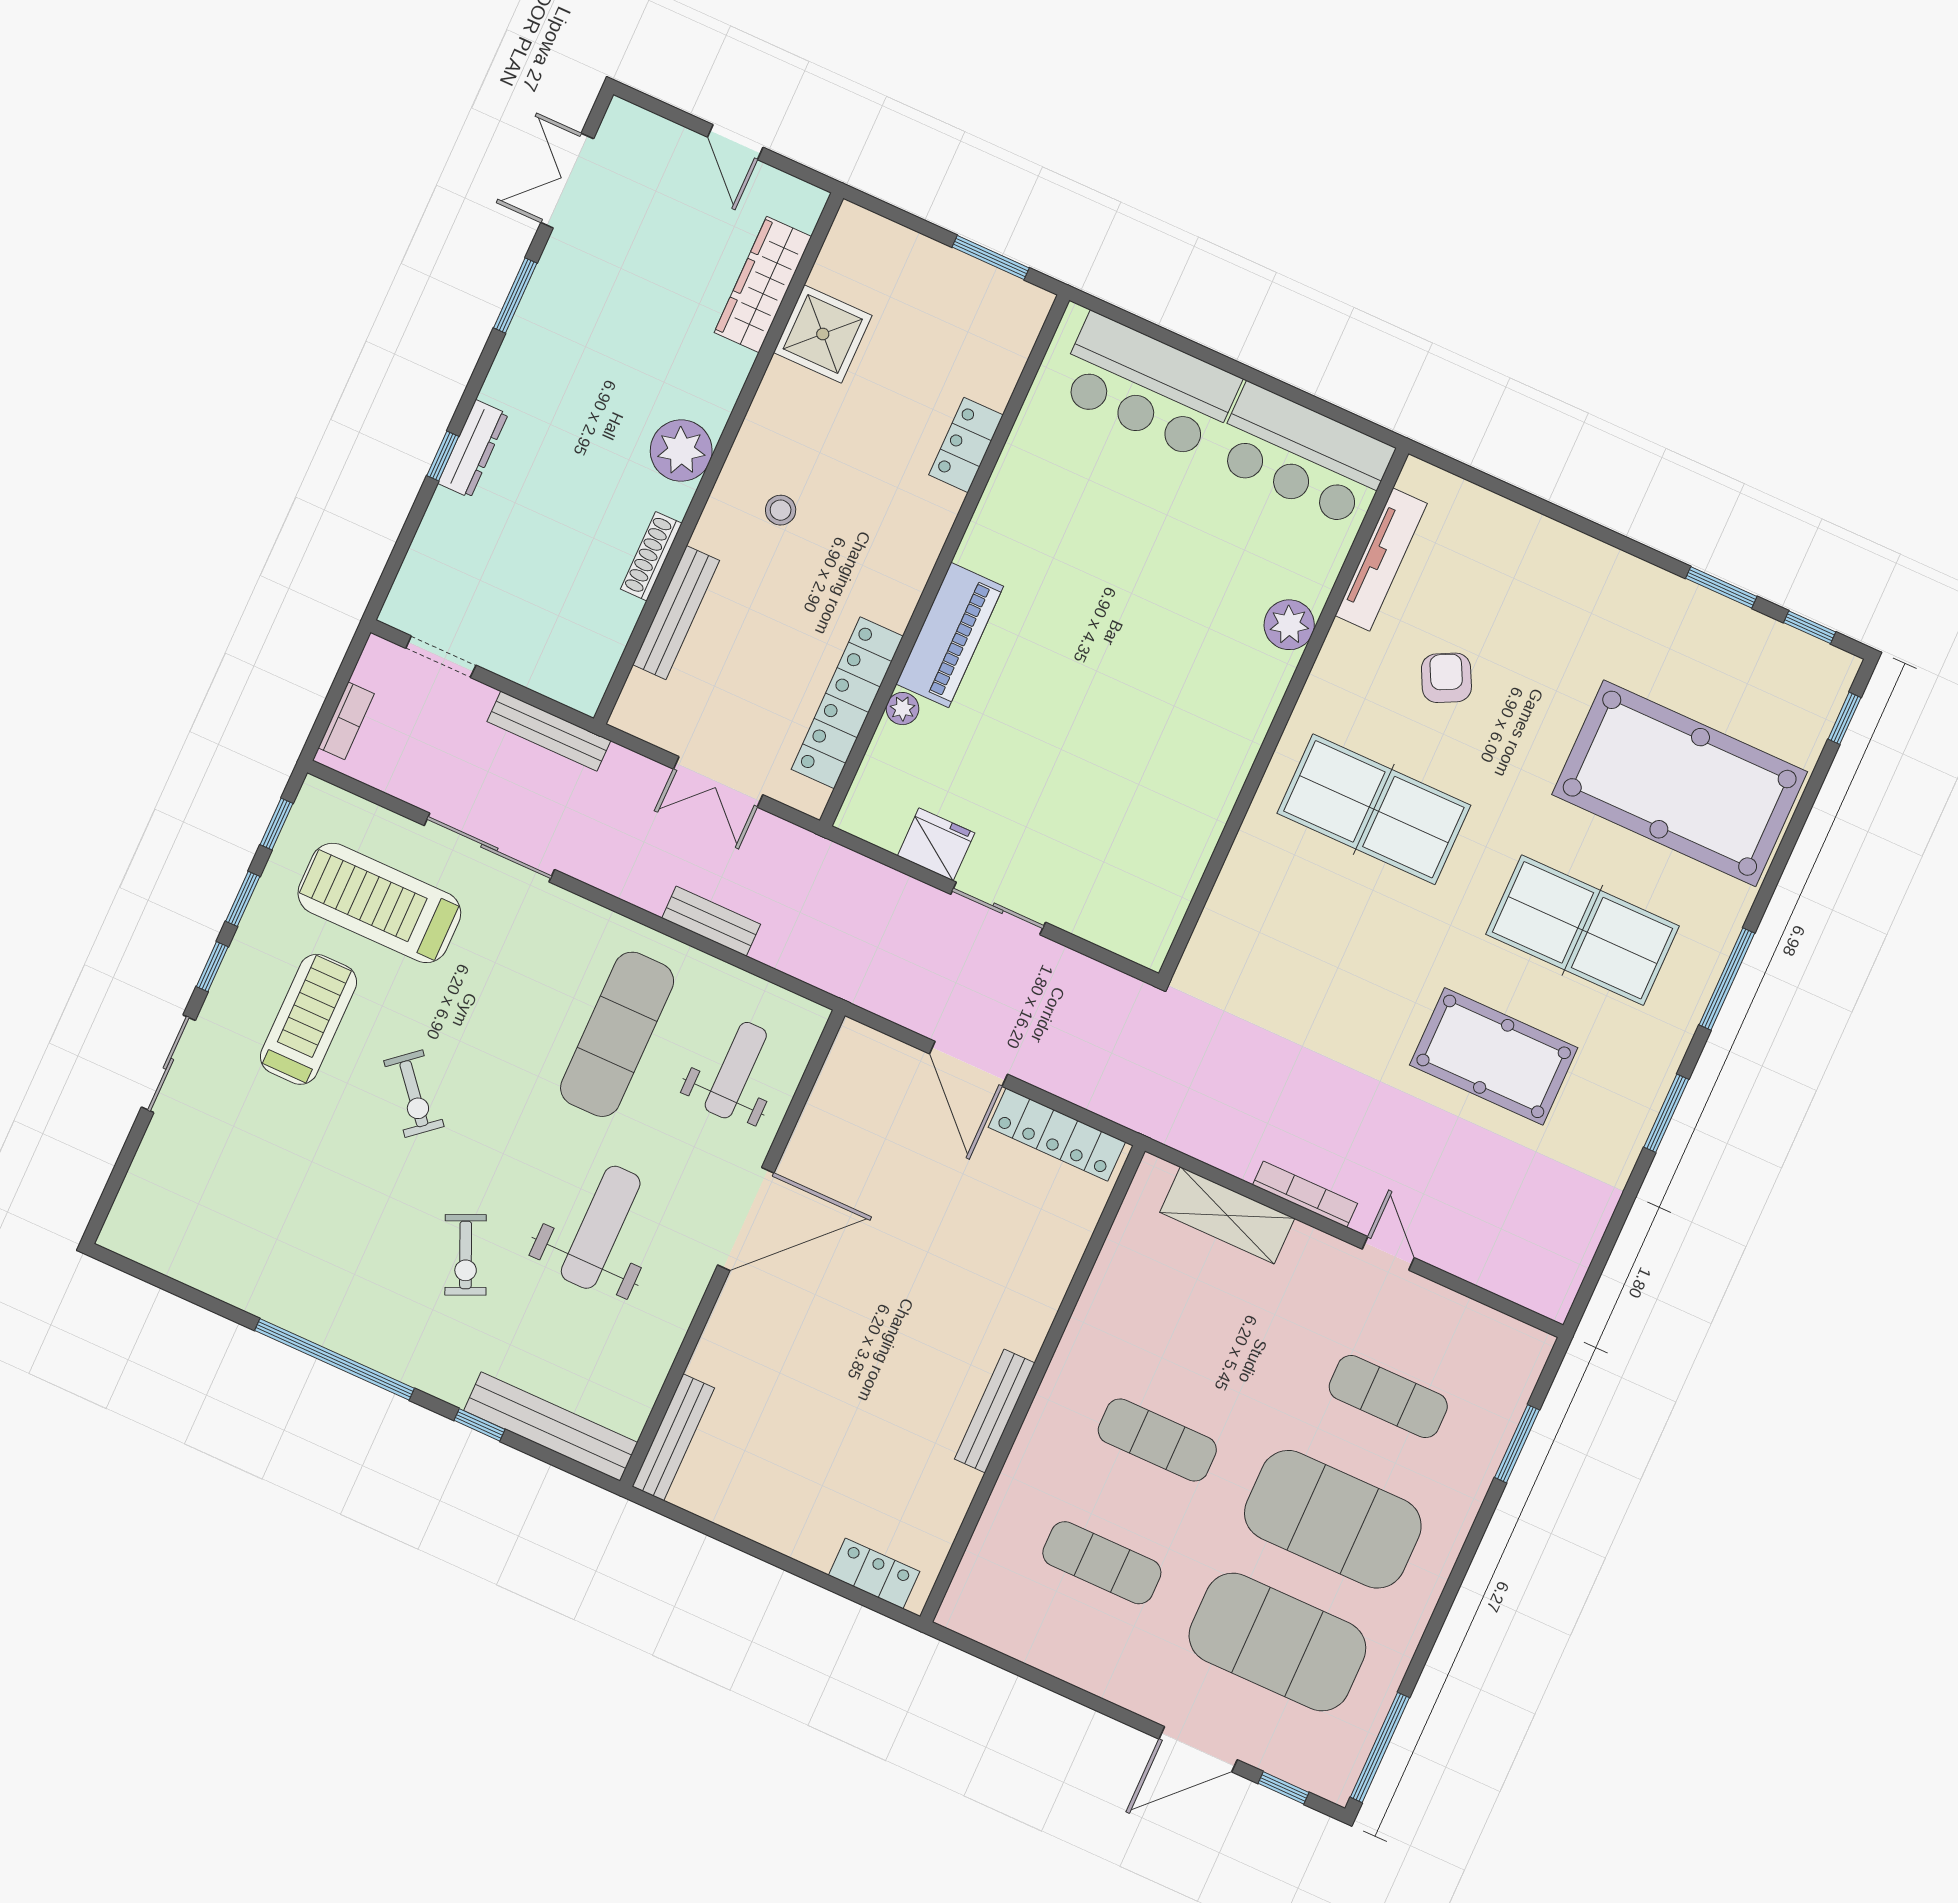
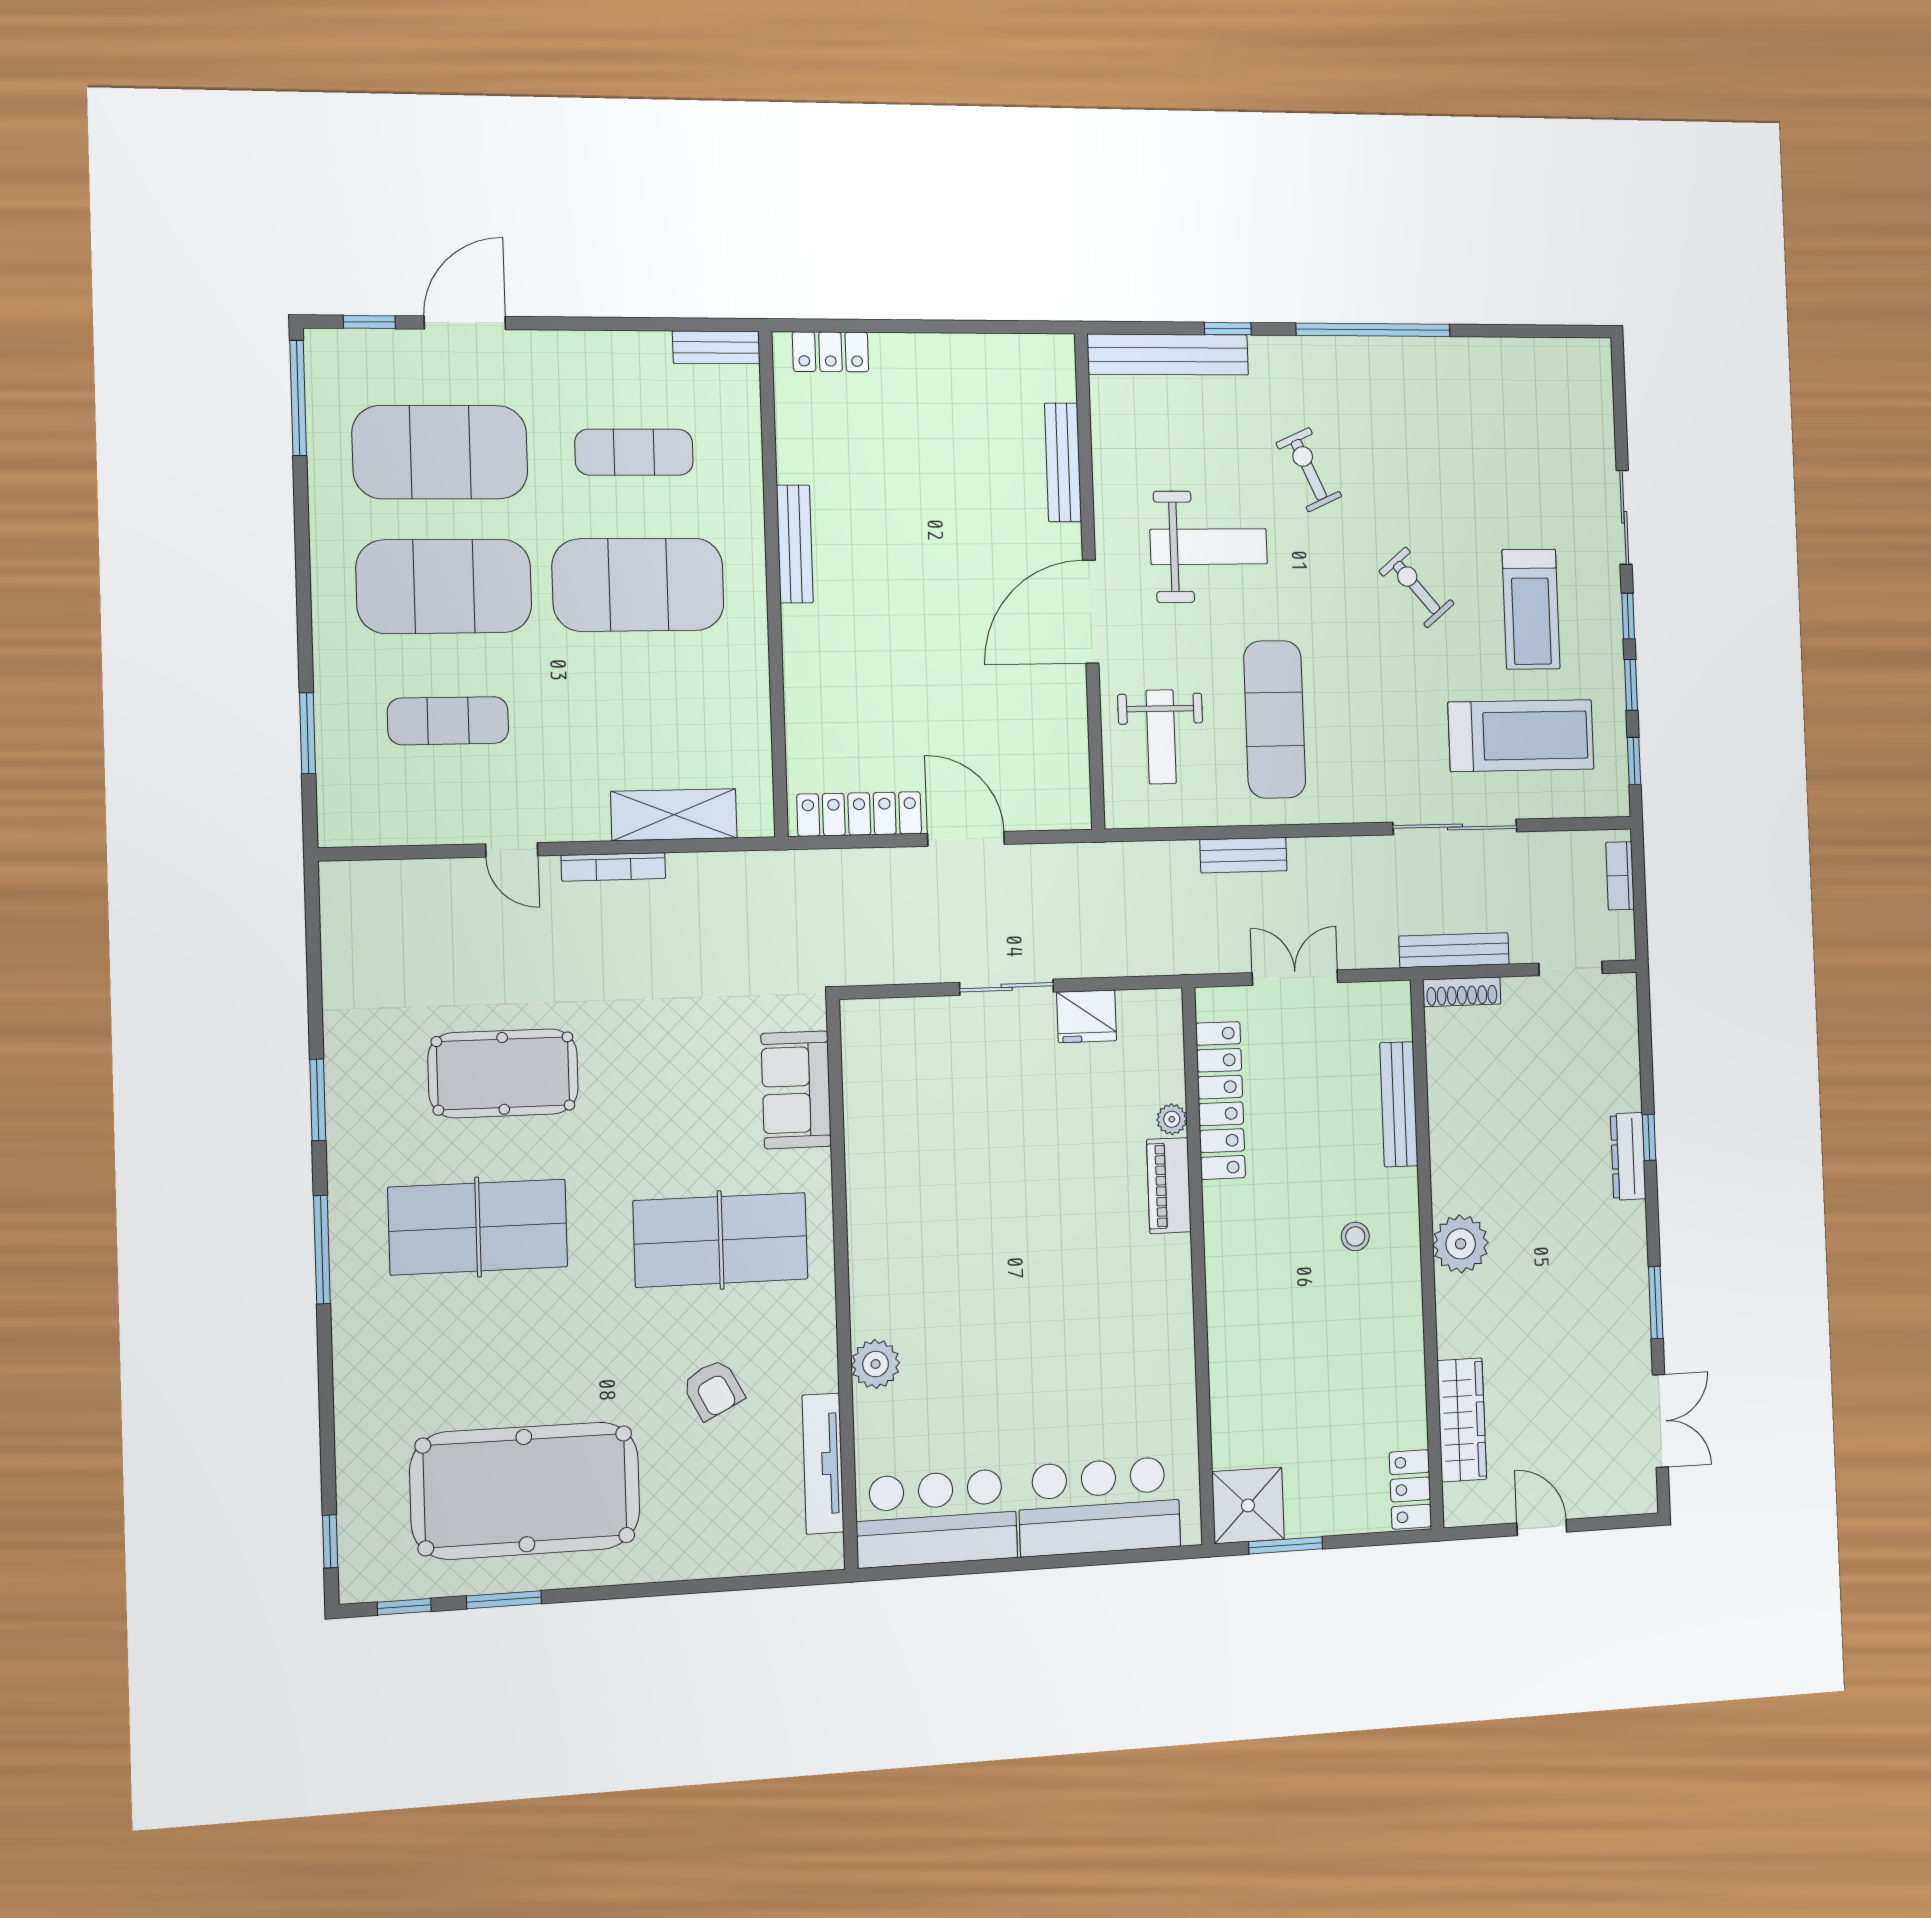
shower: (823, 334) -> (1248, 1505), moved
locker: (966, 445) -> (1410, 1489), moved, turned 180
shoe rack: (651, 556) -> (1462, 992), moved, turned 90
piano: (950, 635) -> (1169, 1186), width x0.73, depth x0.75
pool table: (1680, 783) -> (525, 1491), moved
sofa: (1239, 911) -> (796, 1090), added
weight bench: (601, 1227) -> (1209, 547), turned -90
bench: (673, 1437) -> (1063, 462), moved
exercise mat: (1157, 1440) -> (638, 585), width x2.00, depth x1.45
bench: (979, 1625) -> (716, 347), added

